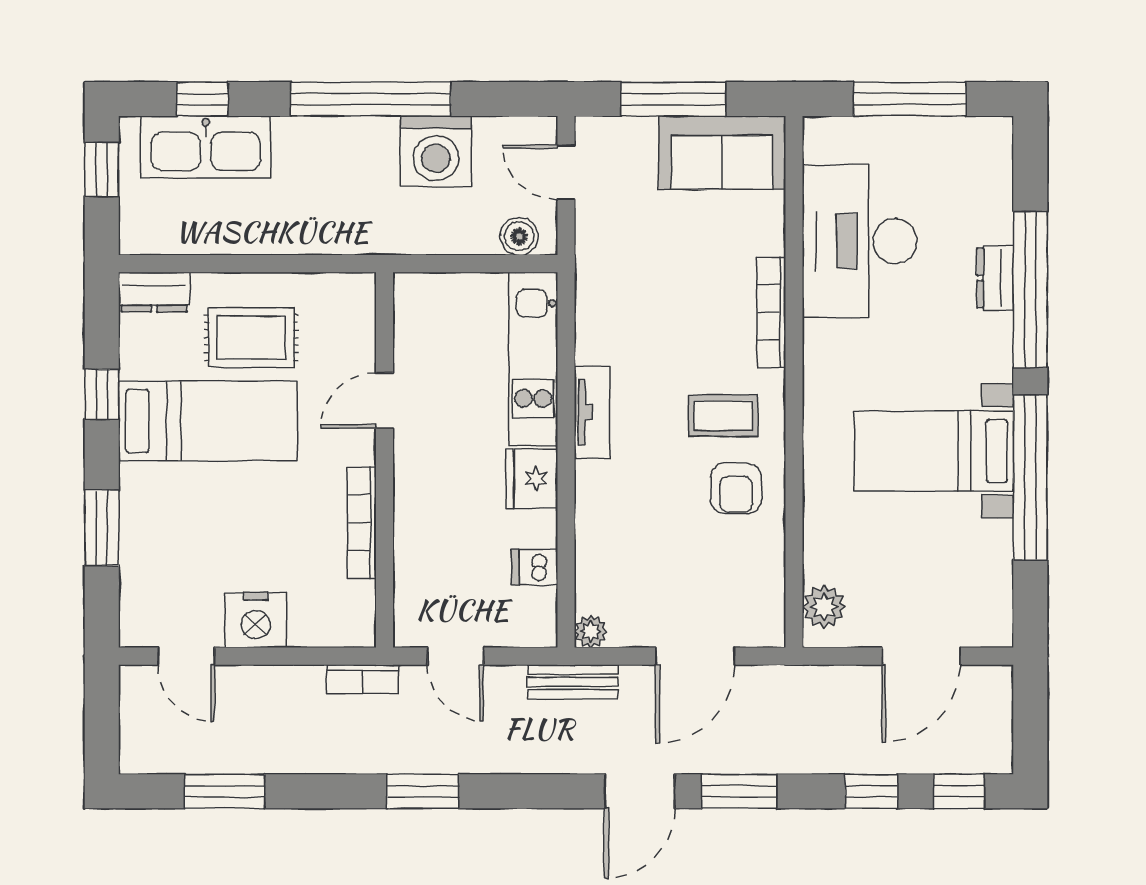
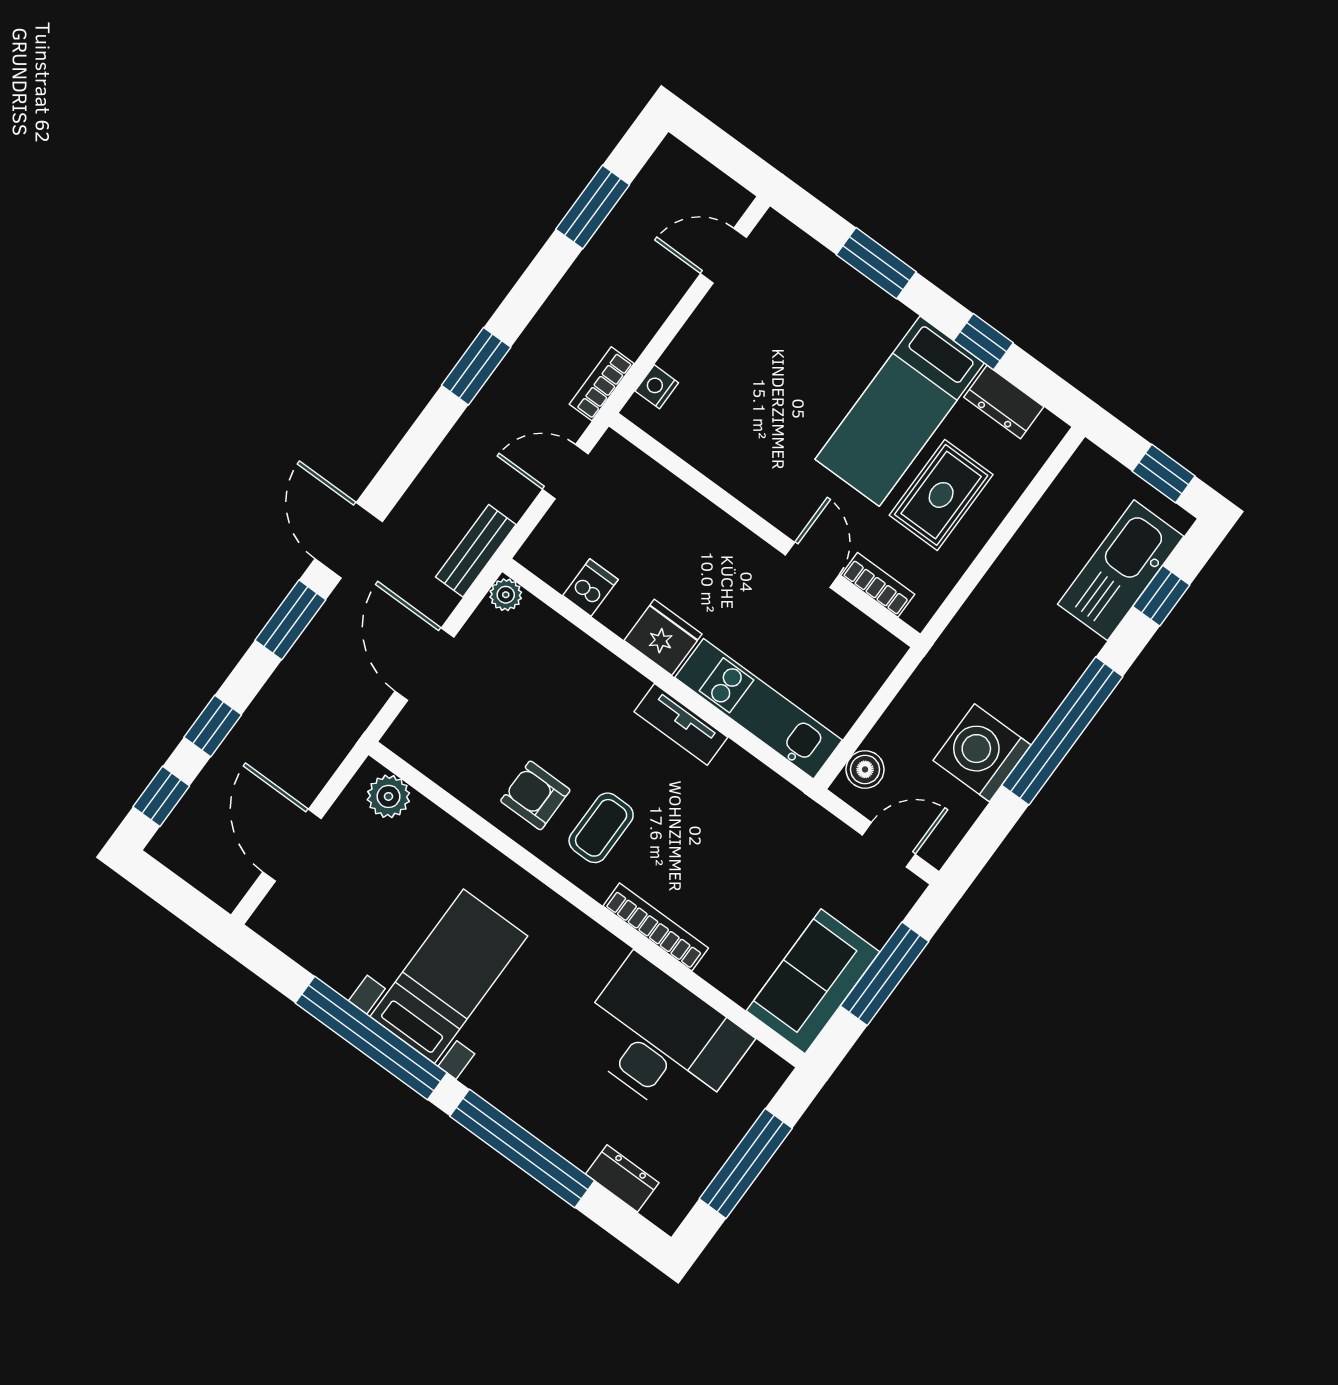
dresser: (995, 278) -> (622, 1178), moved
dresser: (154, 292) -> (1004, 402), moved, turned -90
bookcase: (362, 523) -> (878, 585), moved, width x0.64
nightstand: (256, 620) -> (657, 387), moved, width x0.53, depth x0.56

